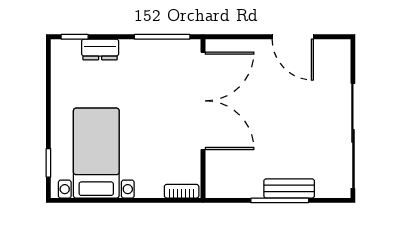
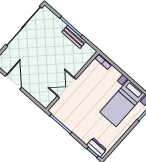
dresser: (100, 49) -> (97, 148), moved
double door: (203, 101) -> (67, 88), width x0.54
bench: (289, 188) -> (74, 37), moved

